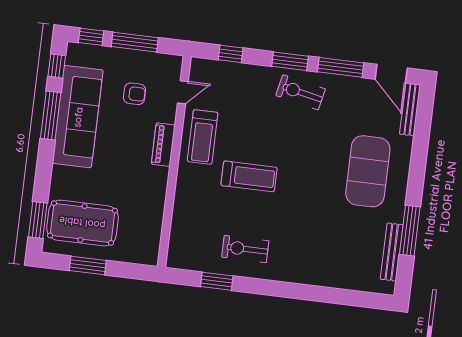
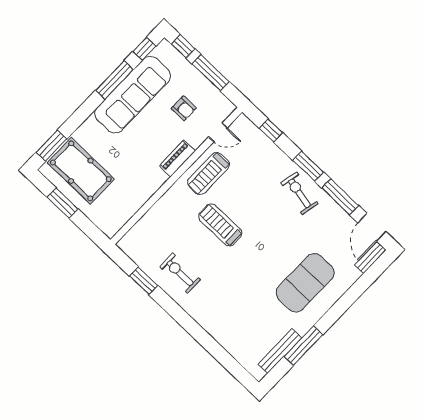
bench: (410, 109) -> (370, 257), width x0.73
treadmill: (249, 176) -> (220, 225), turned 180

